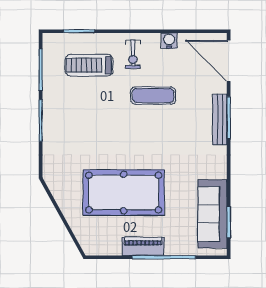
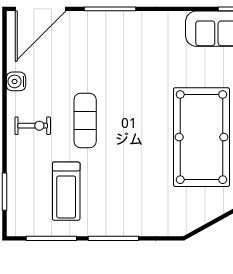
treadmill: (89, 65) -> (66, 191), moved
exercise mat: (153, 96) -> (85, 121), moved
bench: (220, 119) -> (112, 20), removed

